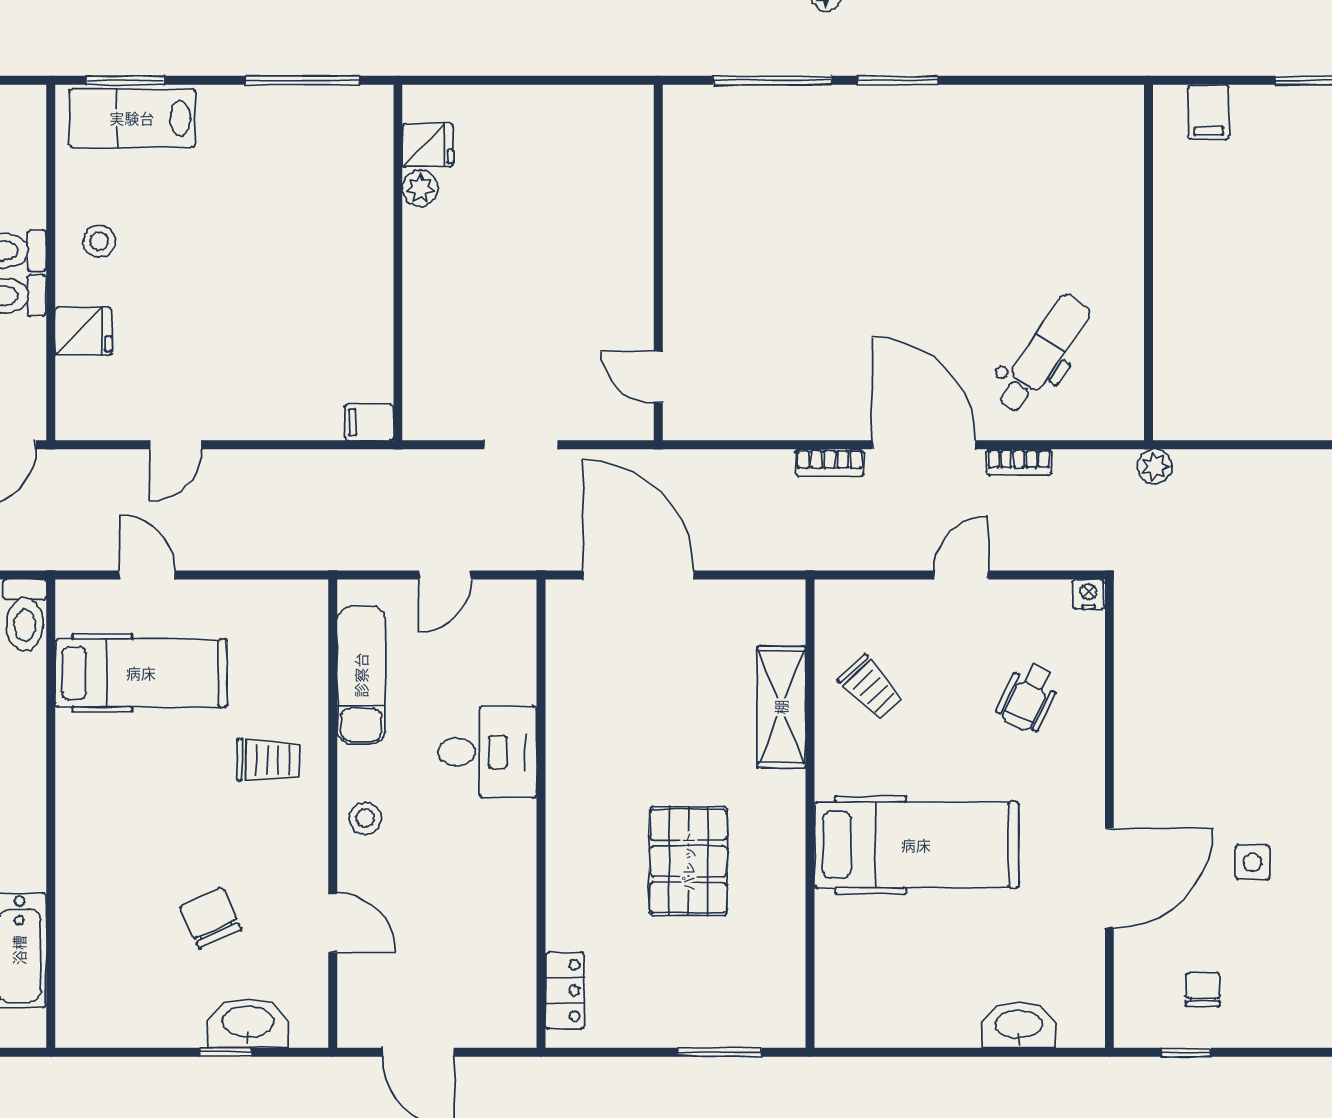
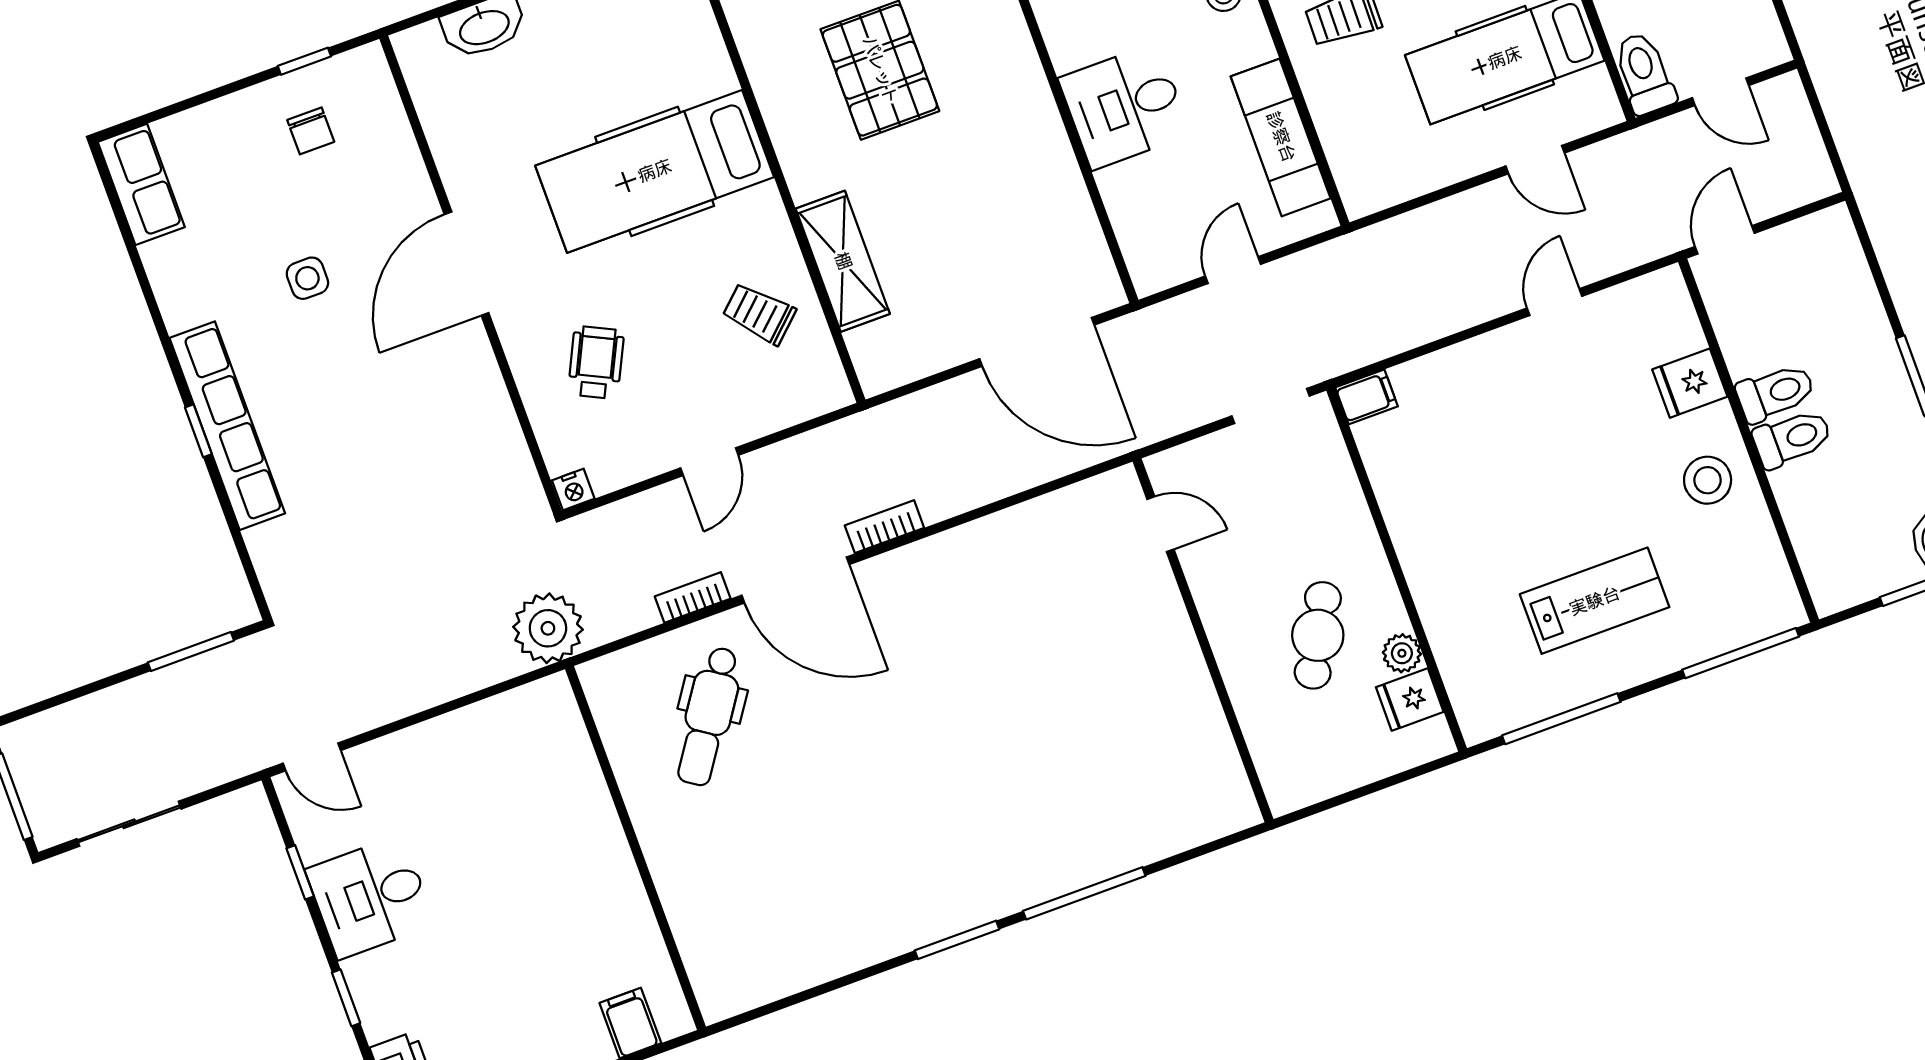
window: (125, 80) -> (1741, 653), width x1.44
lab bench: (132, 118) -> (1595, 601), moved
cafe table: (487, 230) -> (1318, 635), added
stool: (99, 241) -> (1708, 480), width x1.37, depth x1.37
wall: (658, 263) -> (1203, 640), moved
door: (658, 377) -> (1161, 524), moved
doorway: (521, 445) -> (1271, 406), moved
plant: (1155, 466) -> (548, 628), width x1.88, depth x1.88
door: (1109, 878) -> (467, 264), moved

